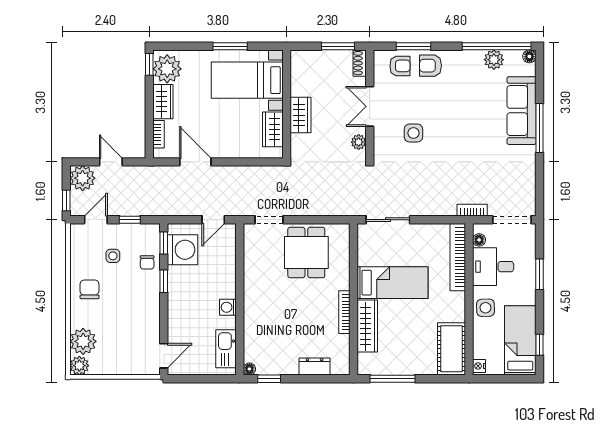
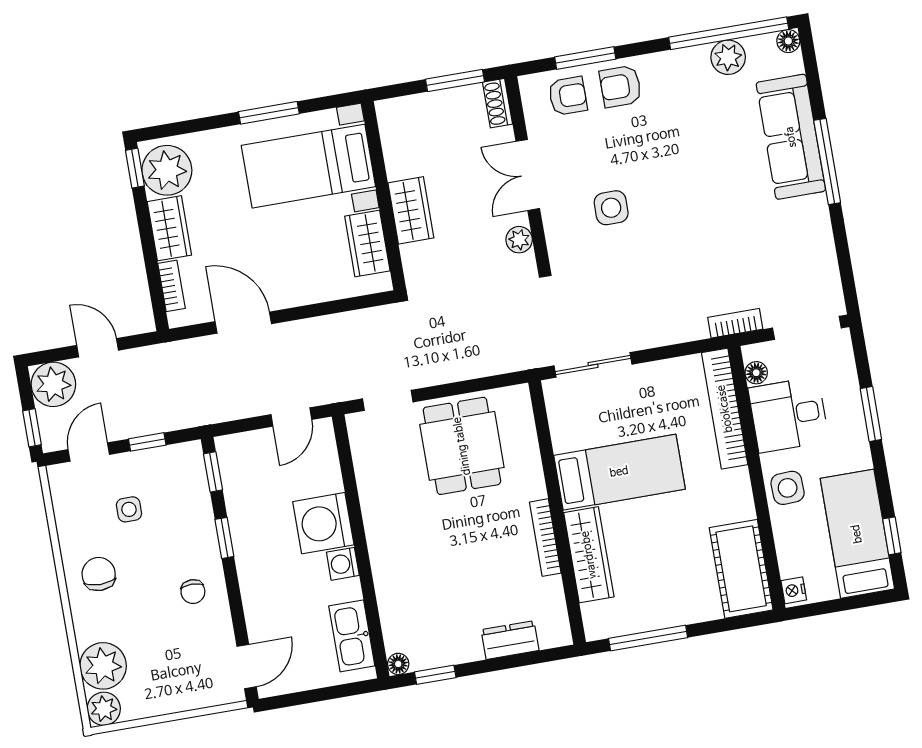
washing machine: (183, 250) -> (323, 523), moved, turned 180
chair: (147, 262) -> (193, 592), moved

